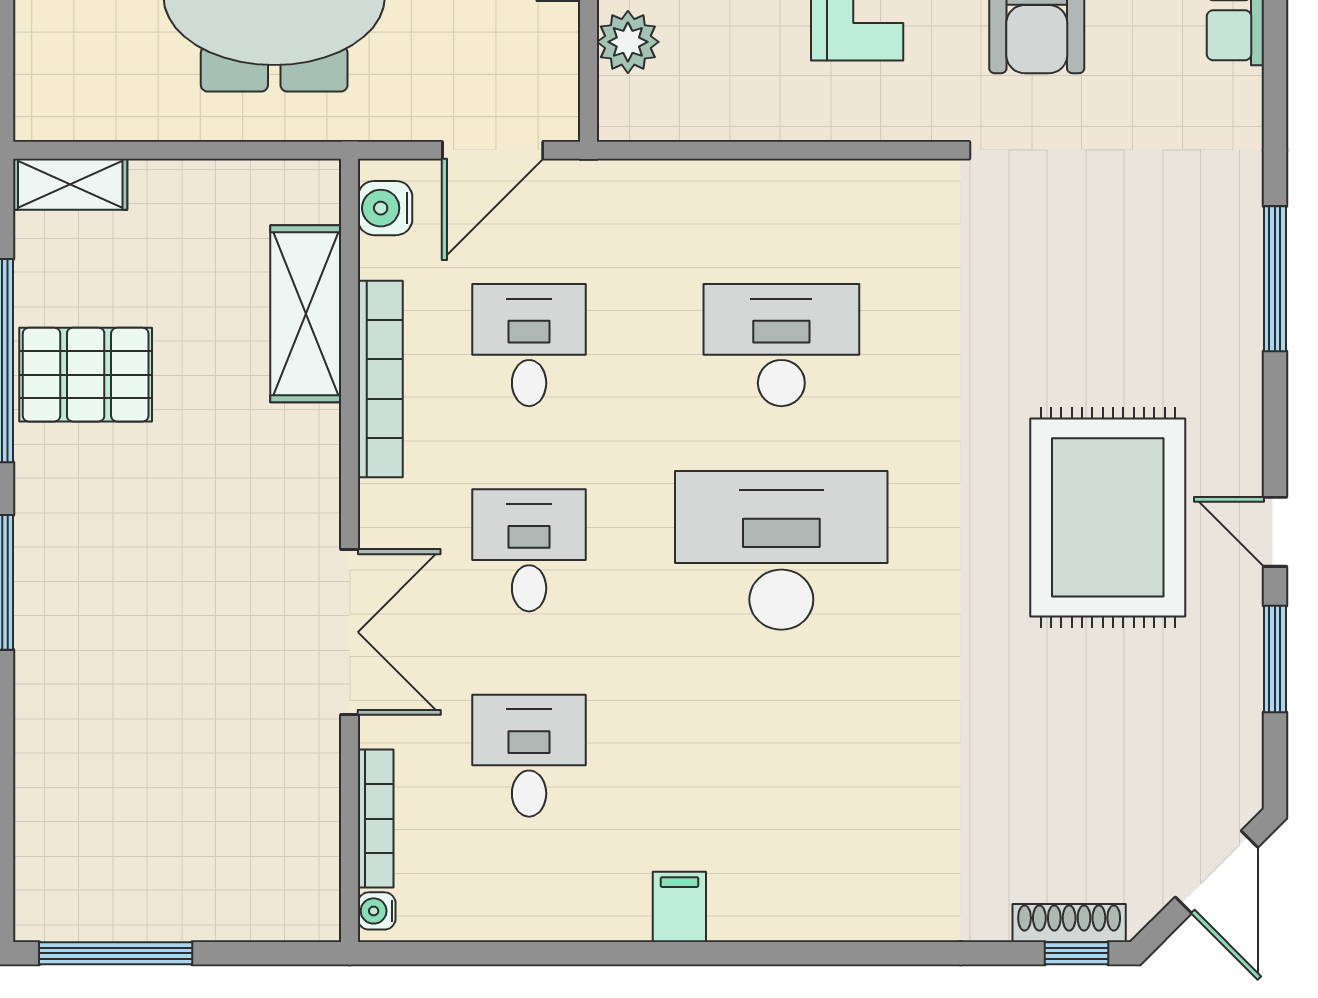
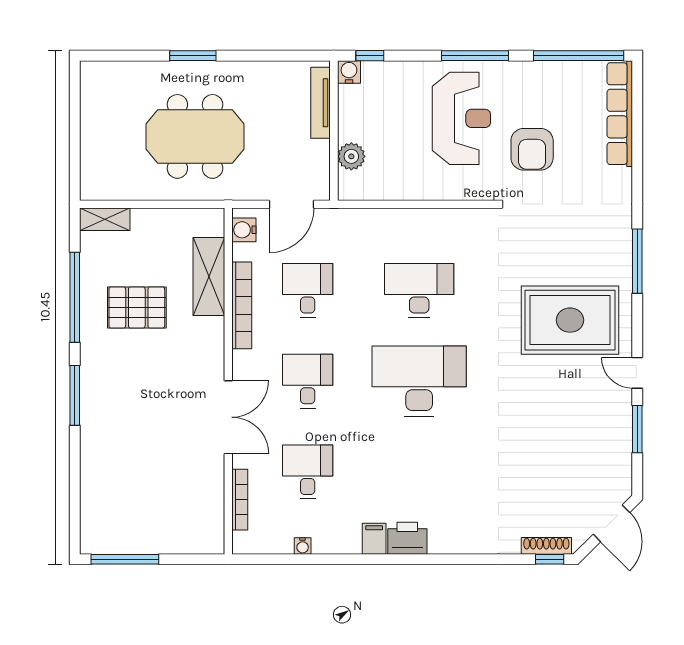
pallet: (86, 375) -> (137, 308), moved
rug: (1108, 517) -> (570, 320), moved, turned 90
printer: (755, 906) -> (407, 538), added
water cooler: (377, 911) -> (303, 546), moved, turned -90

